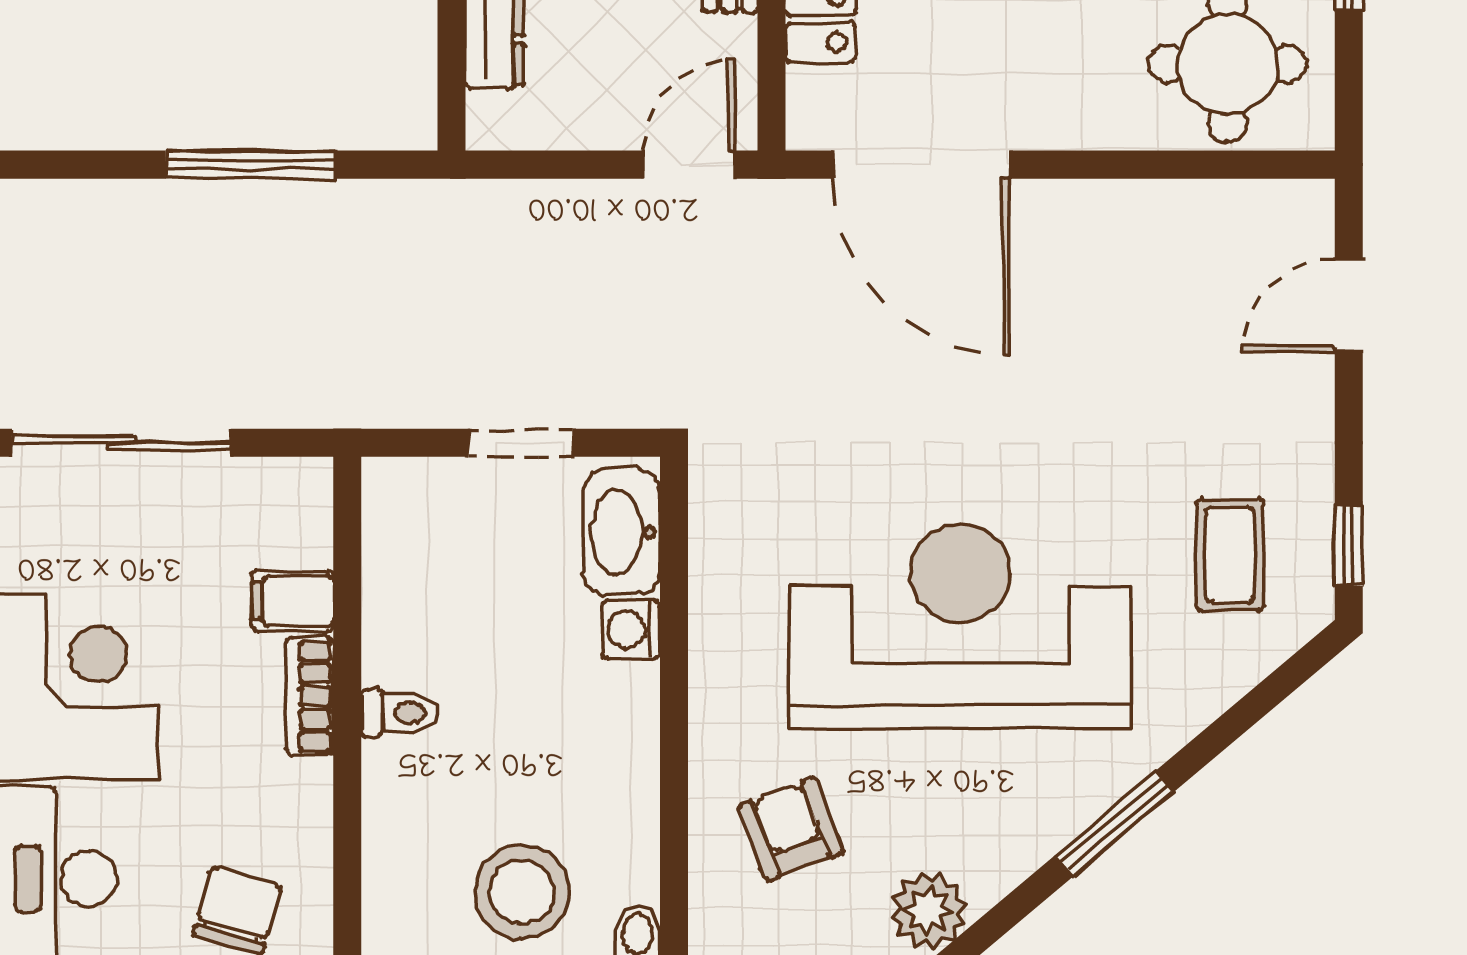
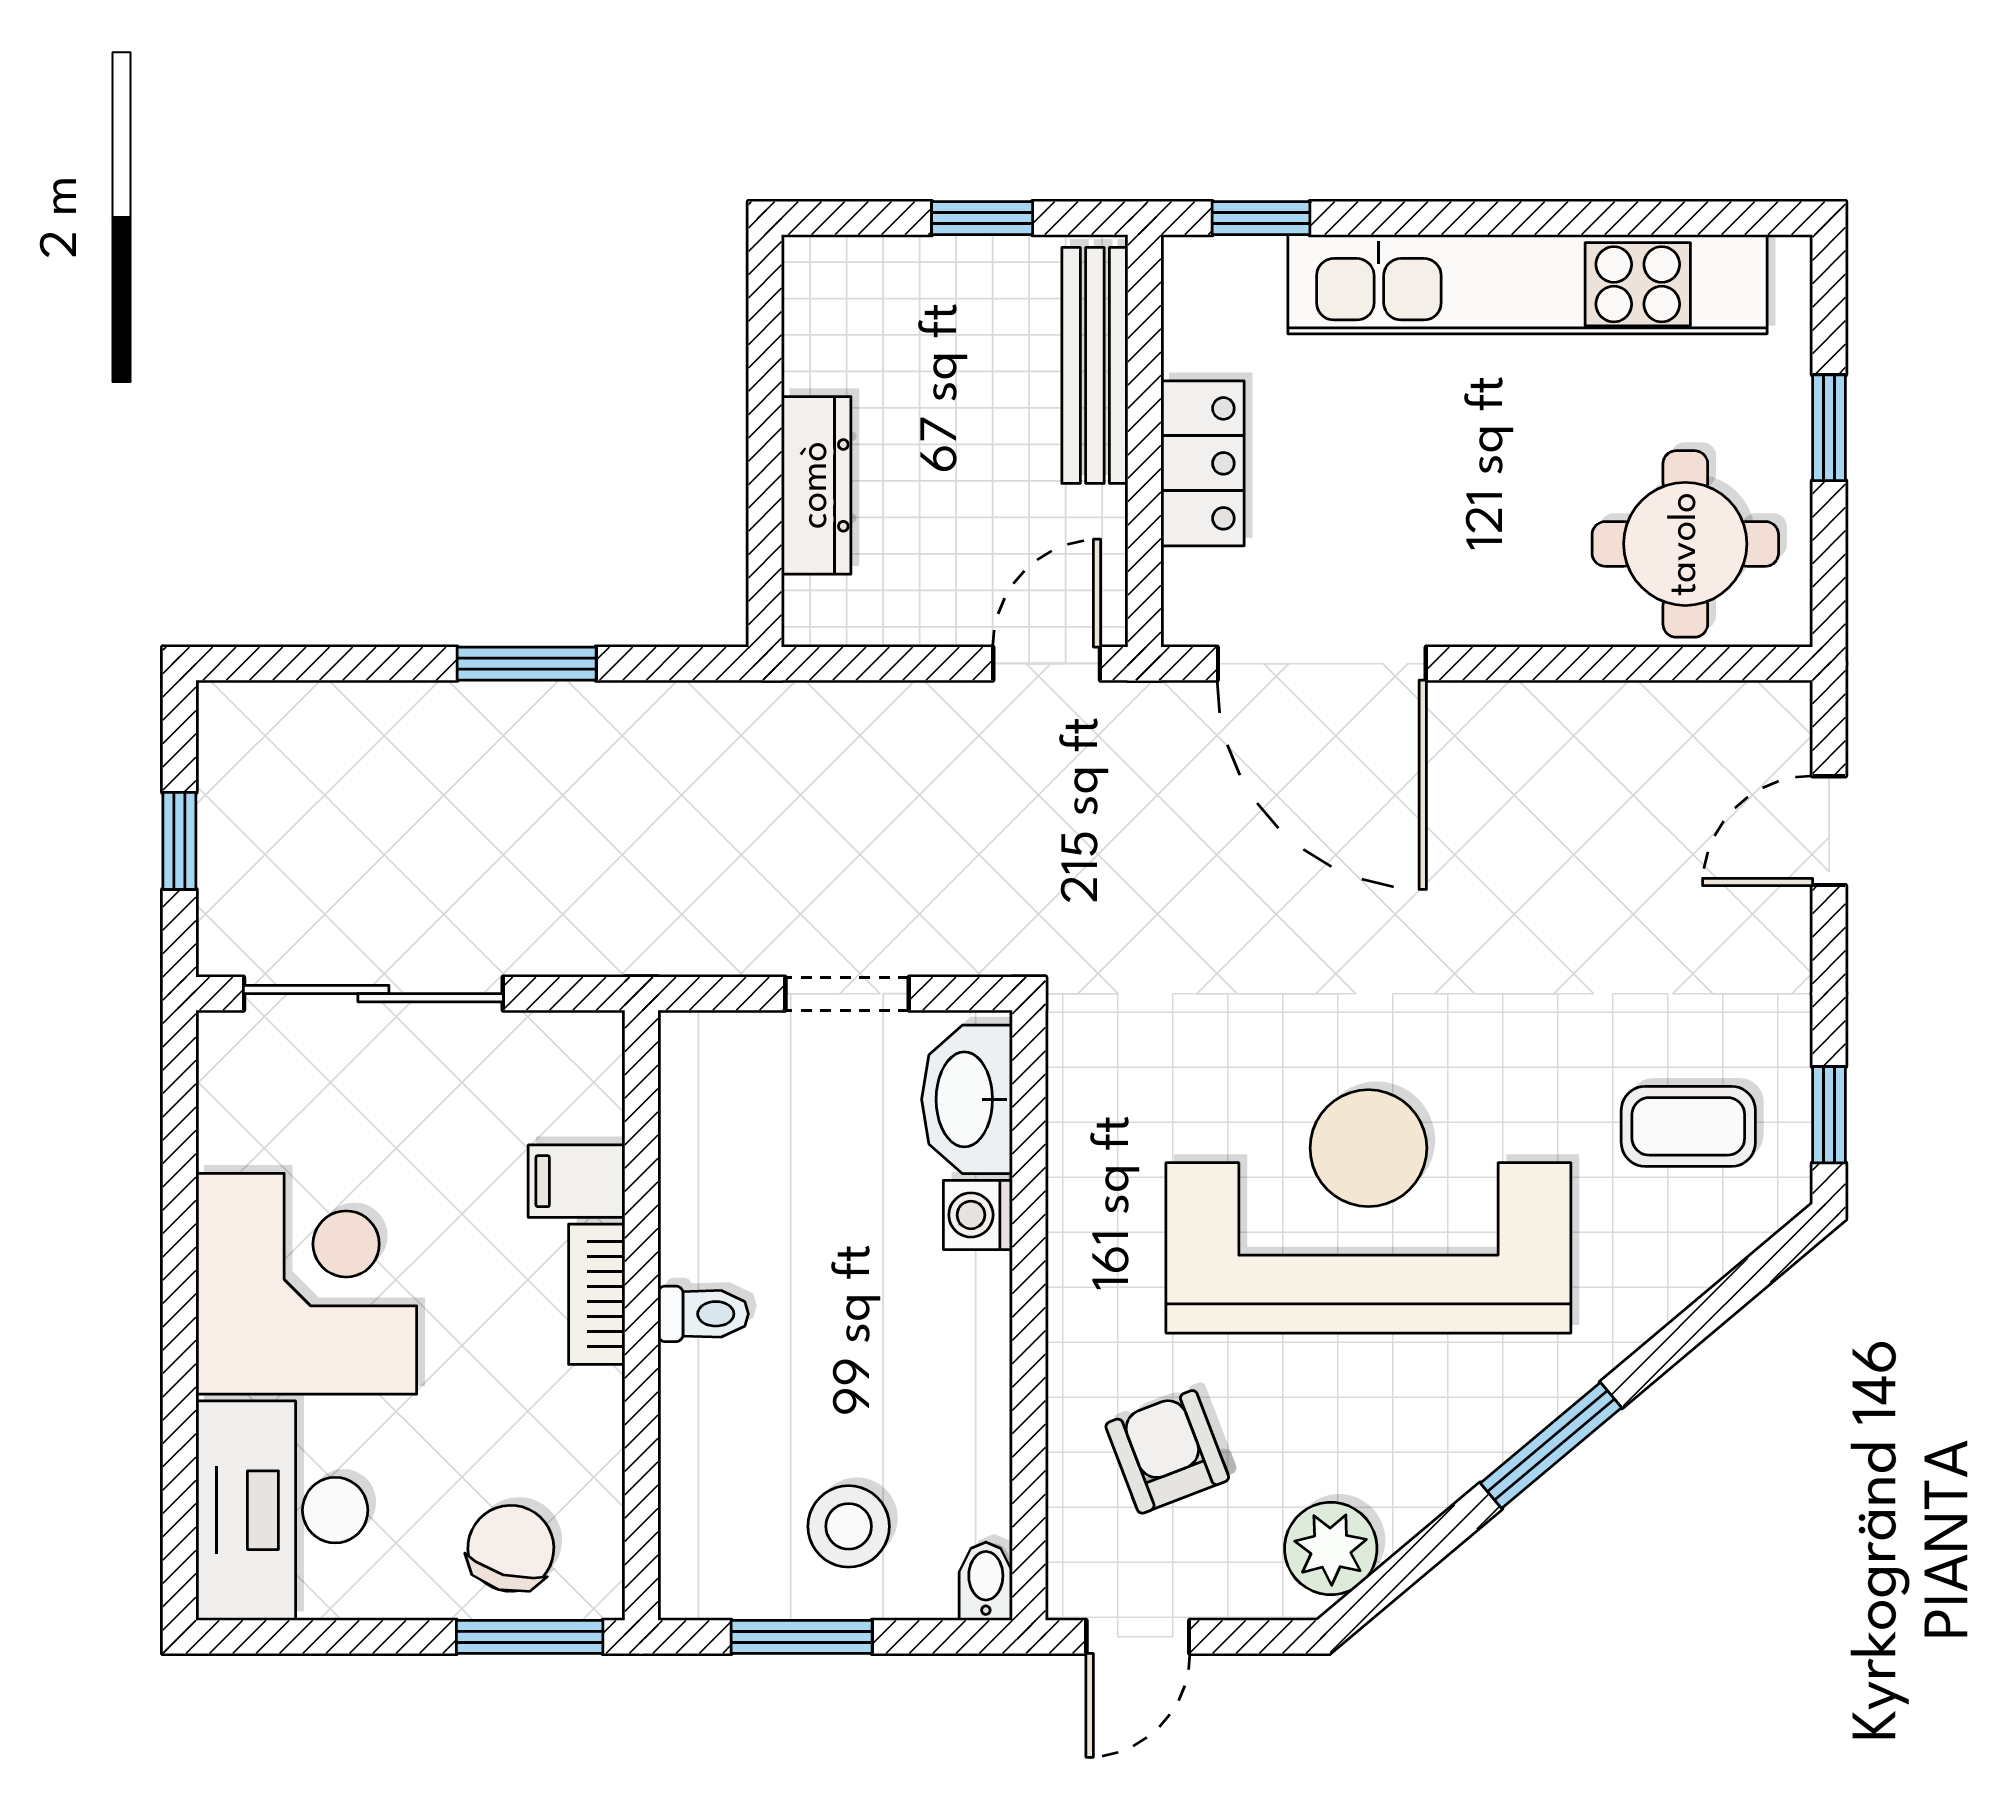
window: (251, 165) -> (527, 664), width x0.69
coffee table: (1230, 555) -> (1688, 1126), turned 90
stool: (522, 892) -> (849, 1526), width x0.73, depth x0.73

